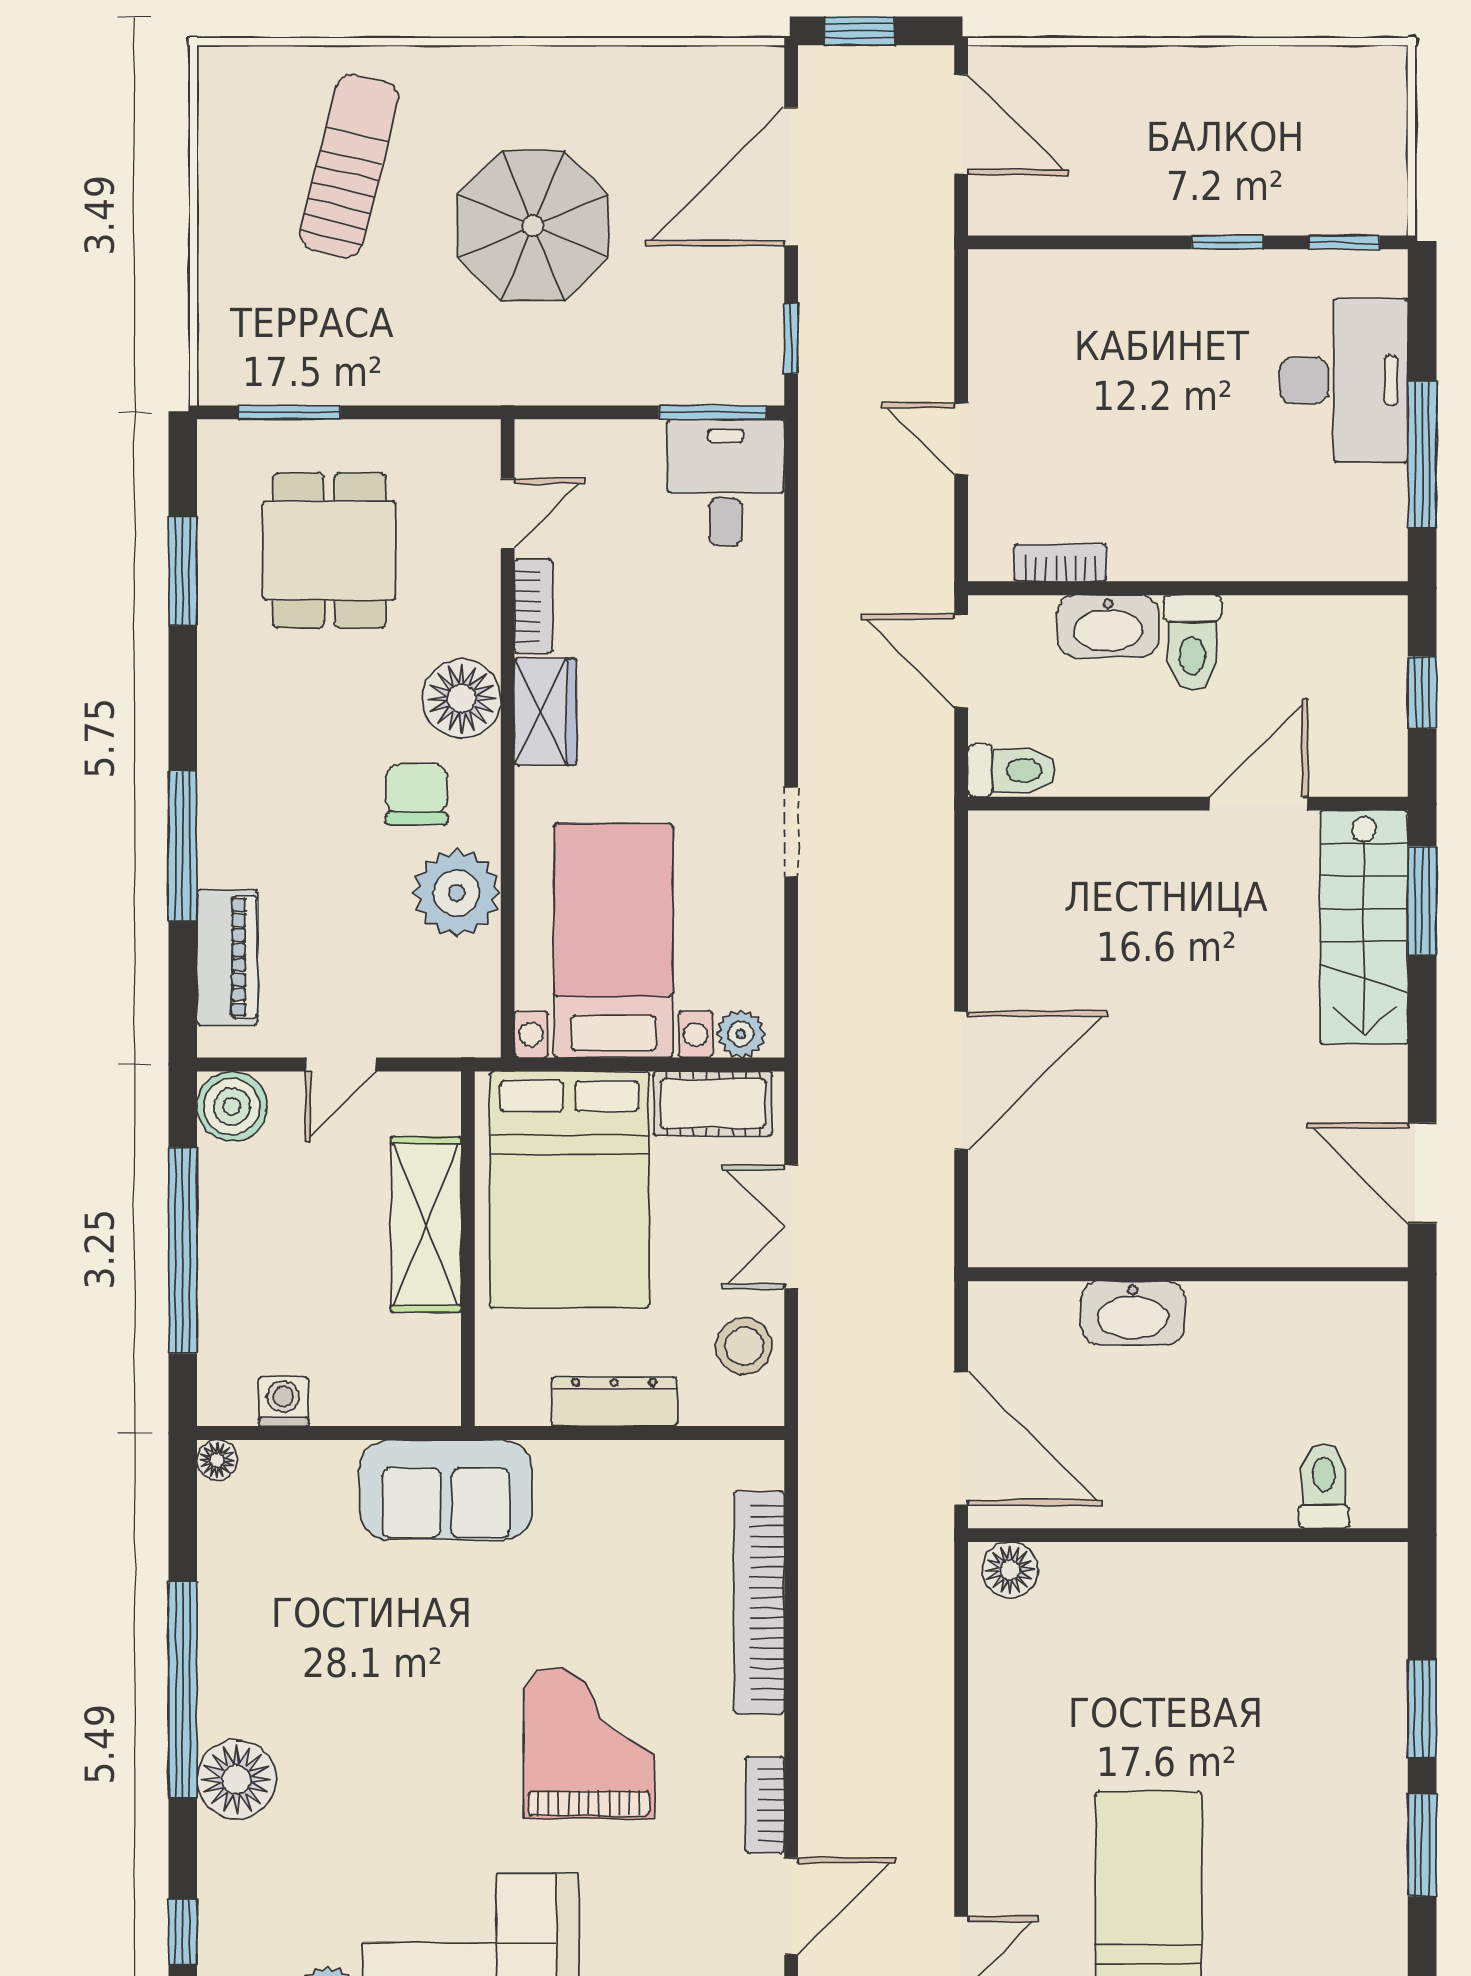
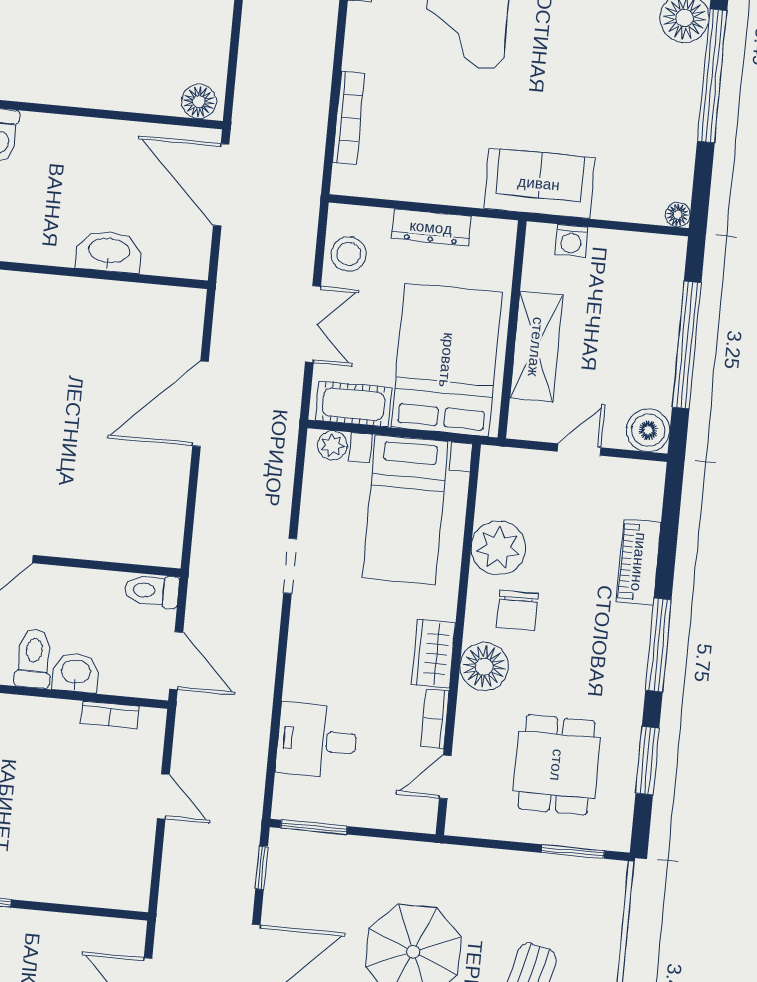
desk: (726, 483) -> (317, 741), moved, turned 90
washbasin: (1108, 626) -> (76, 673), width x0.72
window: (183, 846) -> (658, 645), moved
piano: (227, 957) -> (639, 562), moved
washing machine: (283, 1402) -> (571, 241), moved
bookcase: (759, 1603) -> (349, 118), width x0.68, depth x0.76

